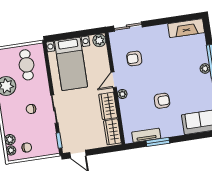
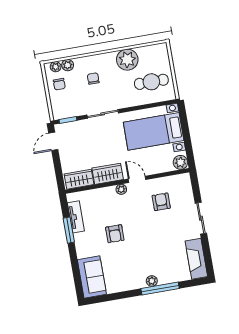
sliding door: (128, 27) -> (201, 218), moved
chair: (31, 109) -> (93, 79), moved

